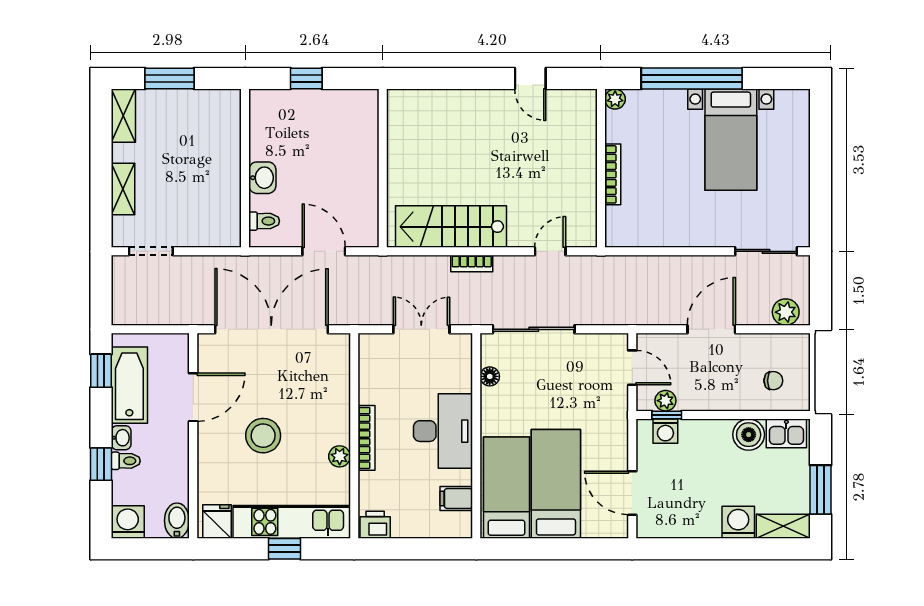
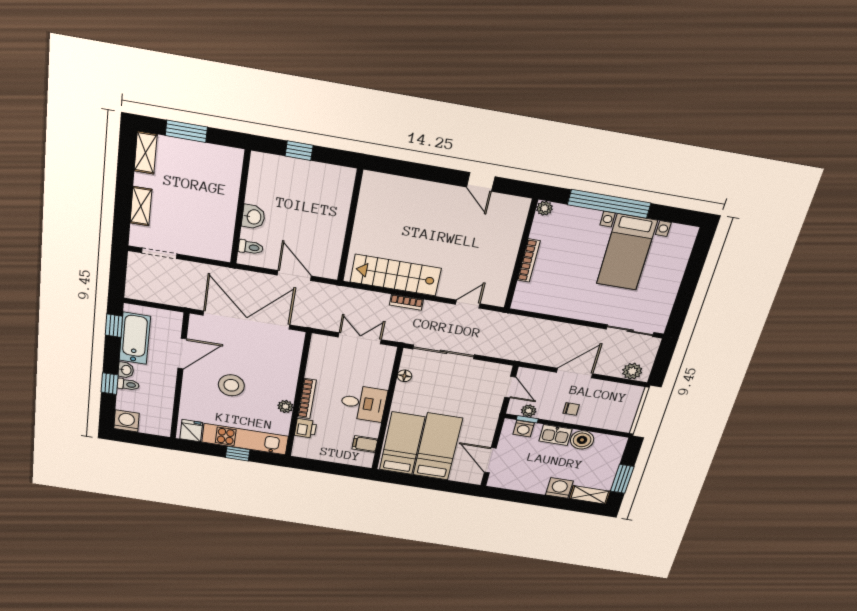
chair: (773, 381) -> (571, 409), moved
desk: (443, 431) -> (363, 403), width x0.73
kitchen sink: (786, 433) -> (555, 435), moved
bidet: (177, 521) -> (162, 426), removed
printer: (375, 525) -> (306, 428), moved, turned 90

